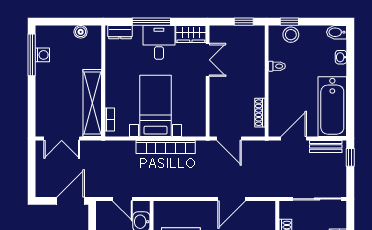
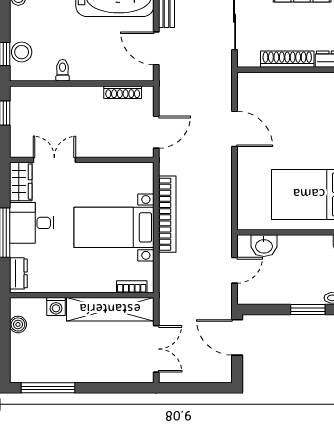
washing machine: (42, 55) -> (56, 306), moved, turned 180

